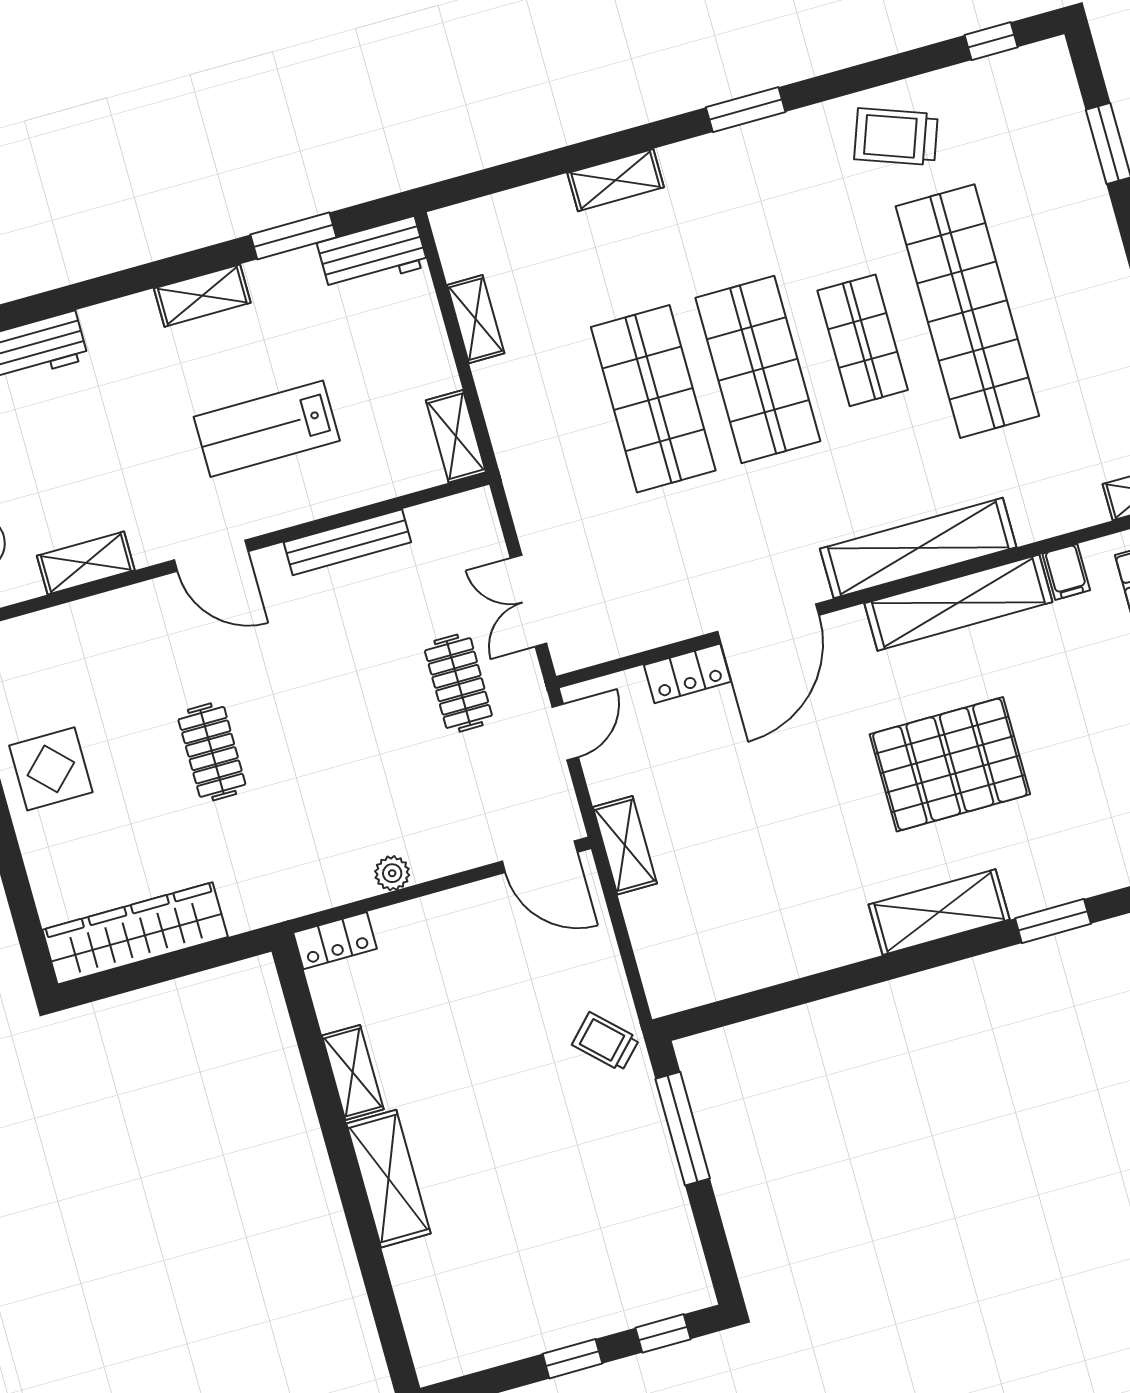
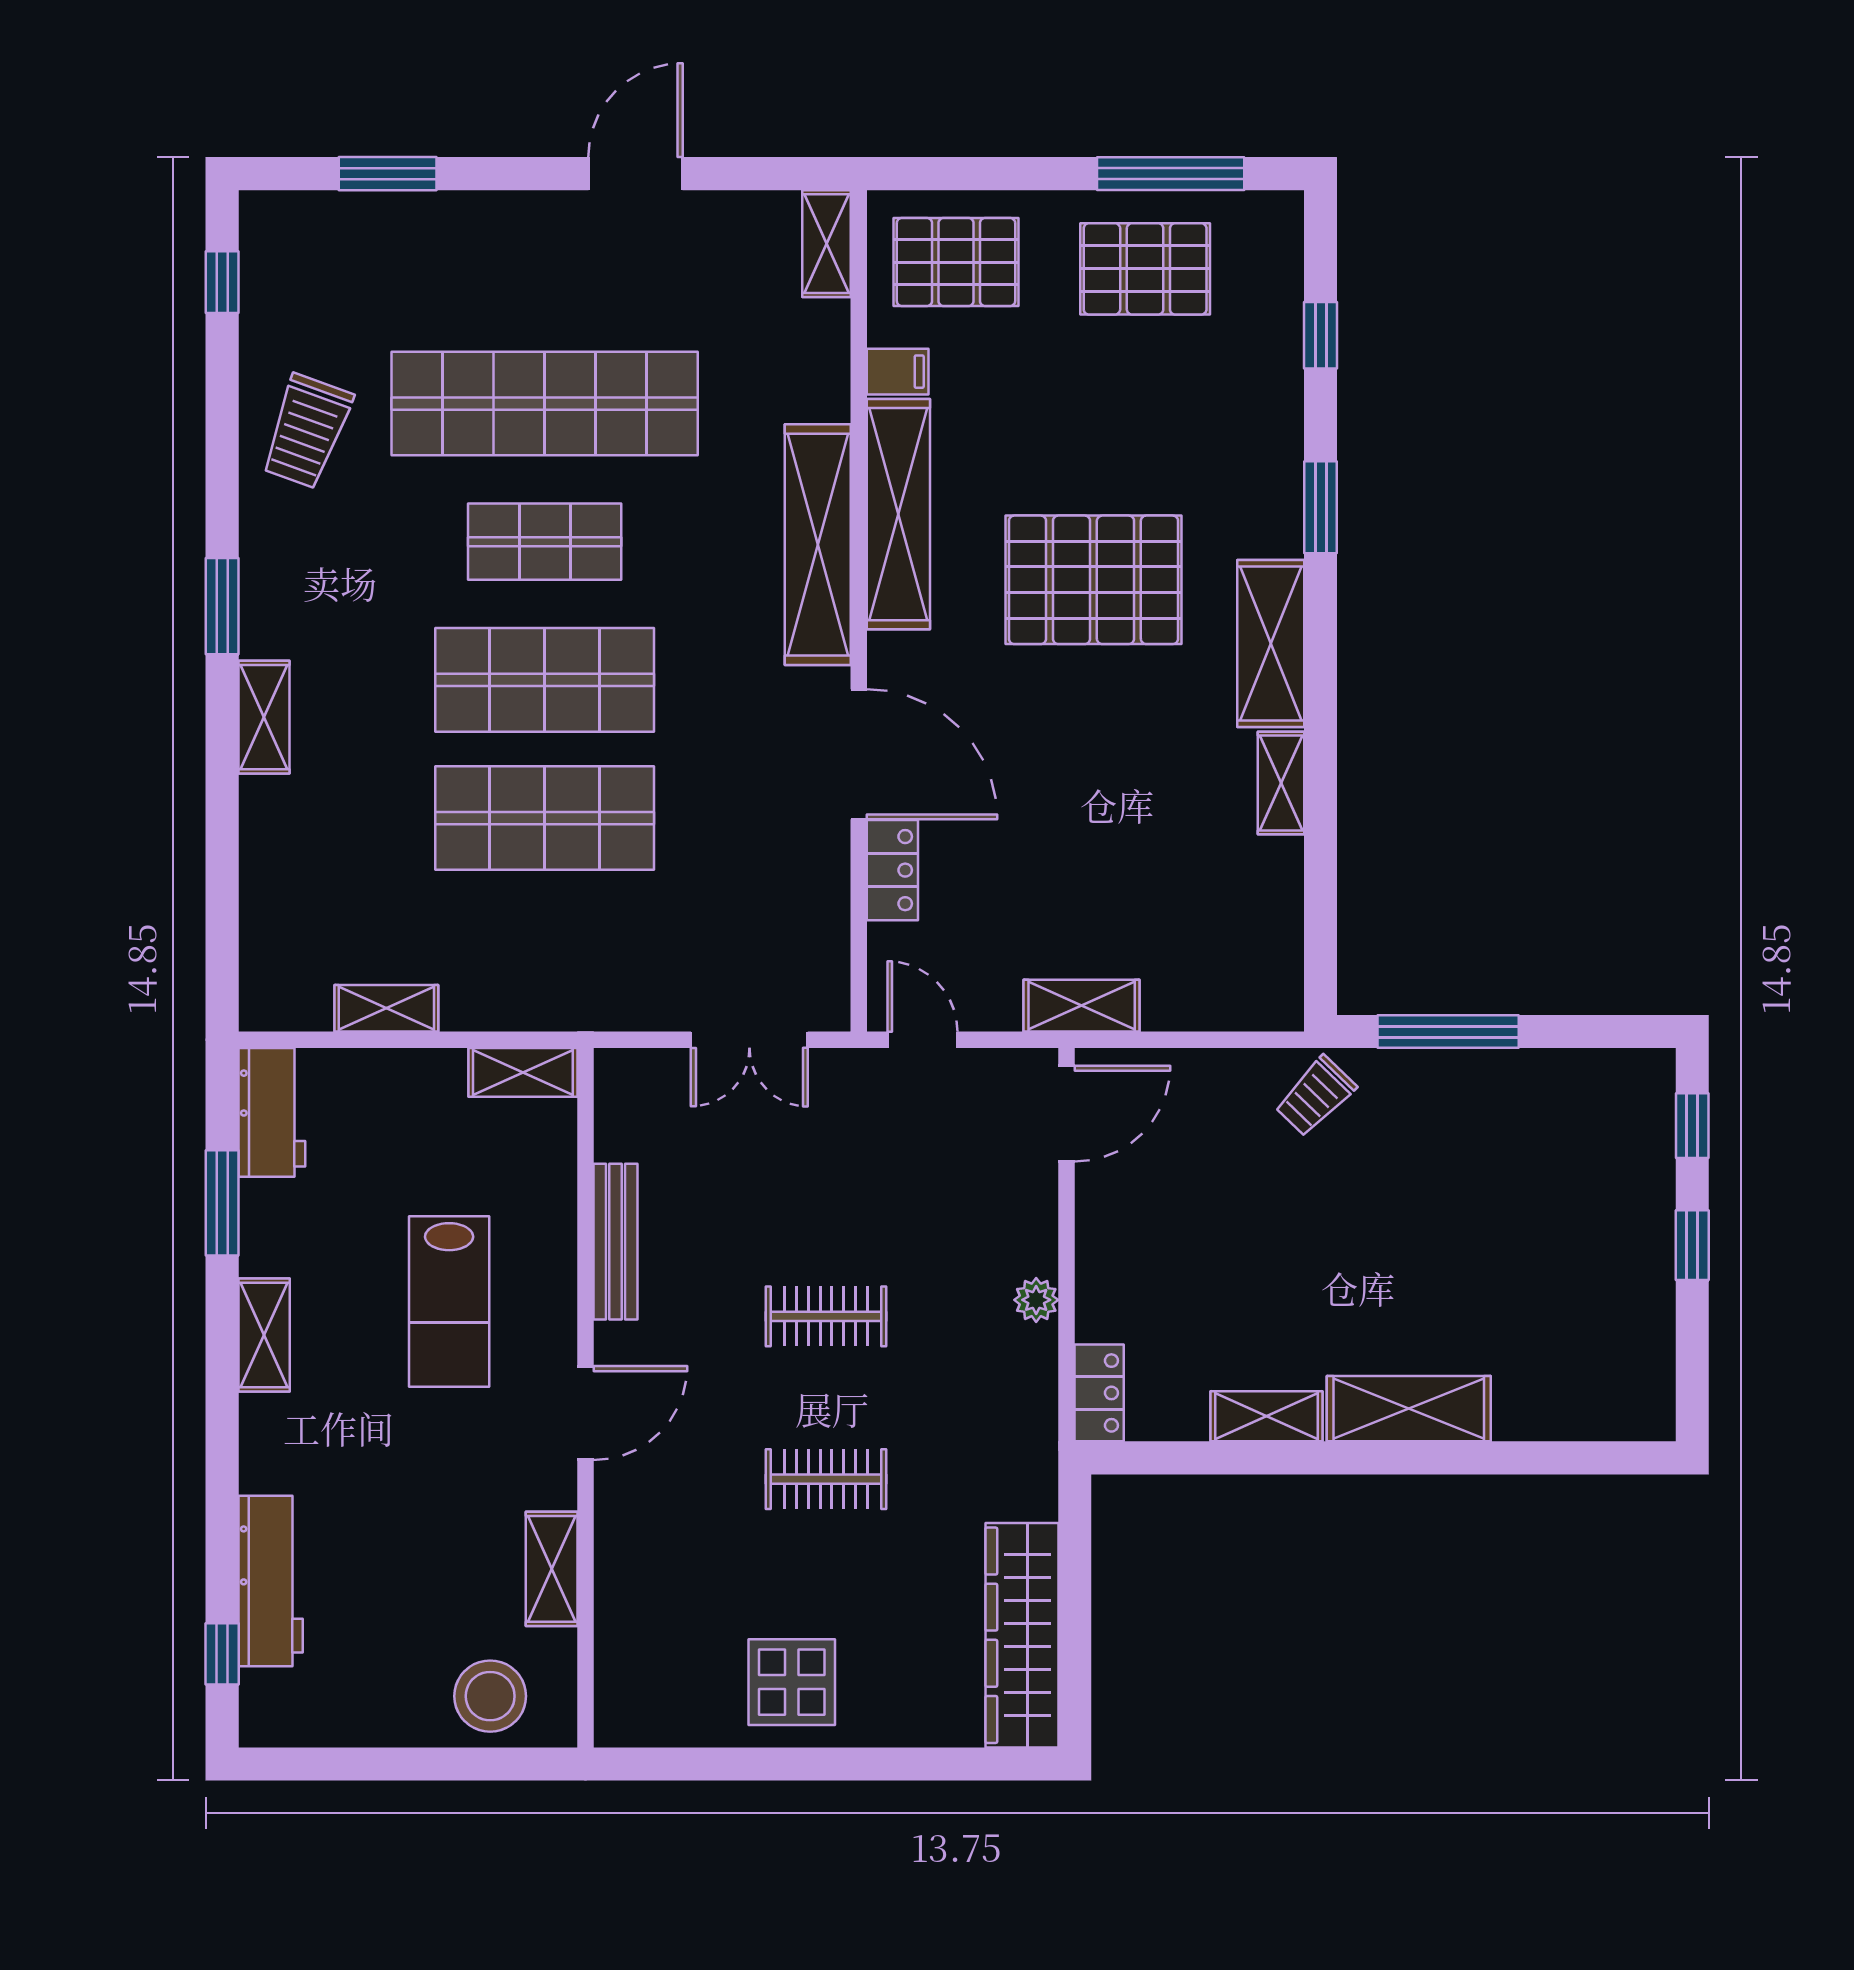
shelving: (616, 180) -> (264, 717), moved
clothes rail: (458, 683) -> (826, 1316), moved
pallet: (950, 764) -> (1093, 580), turned 90
shelving: (836, 949) -> (1281, 783), added

